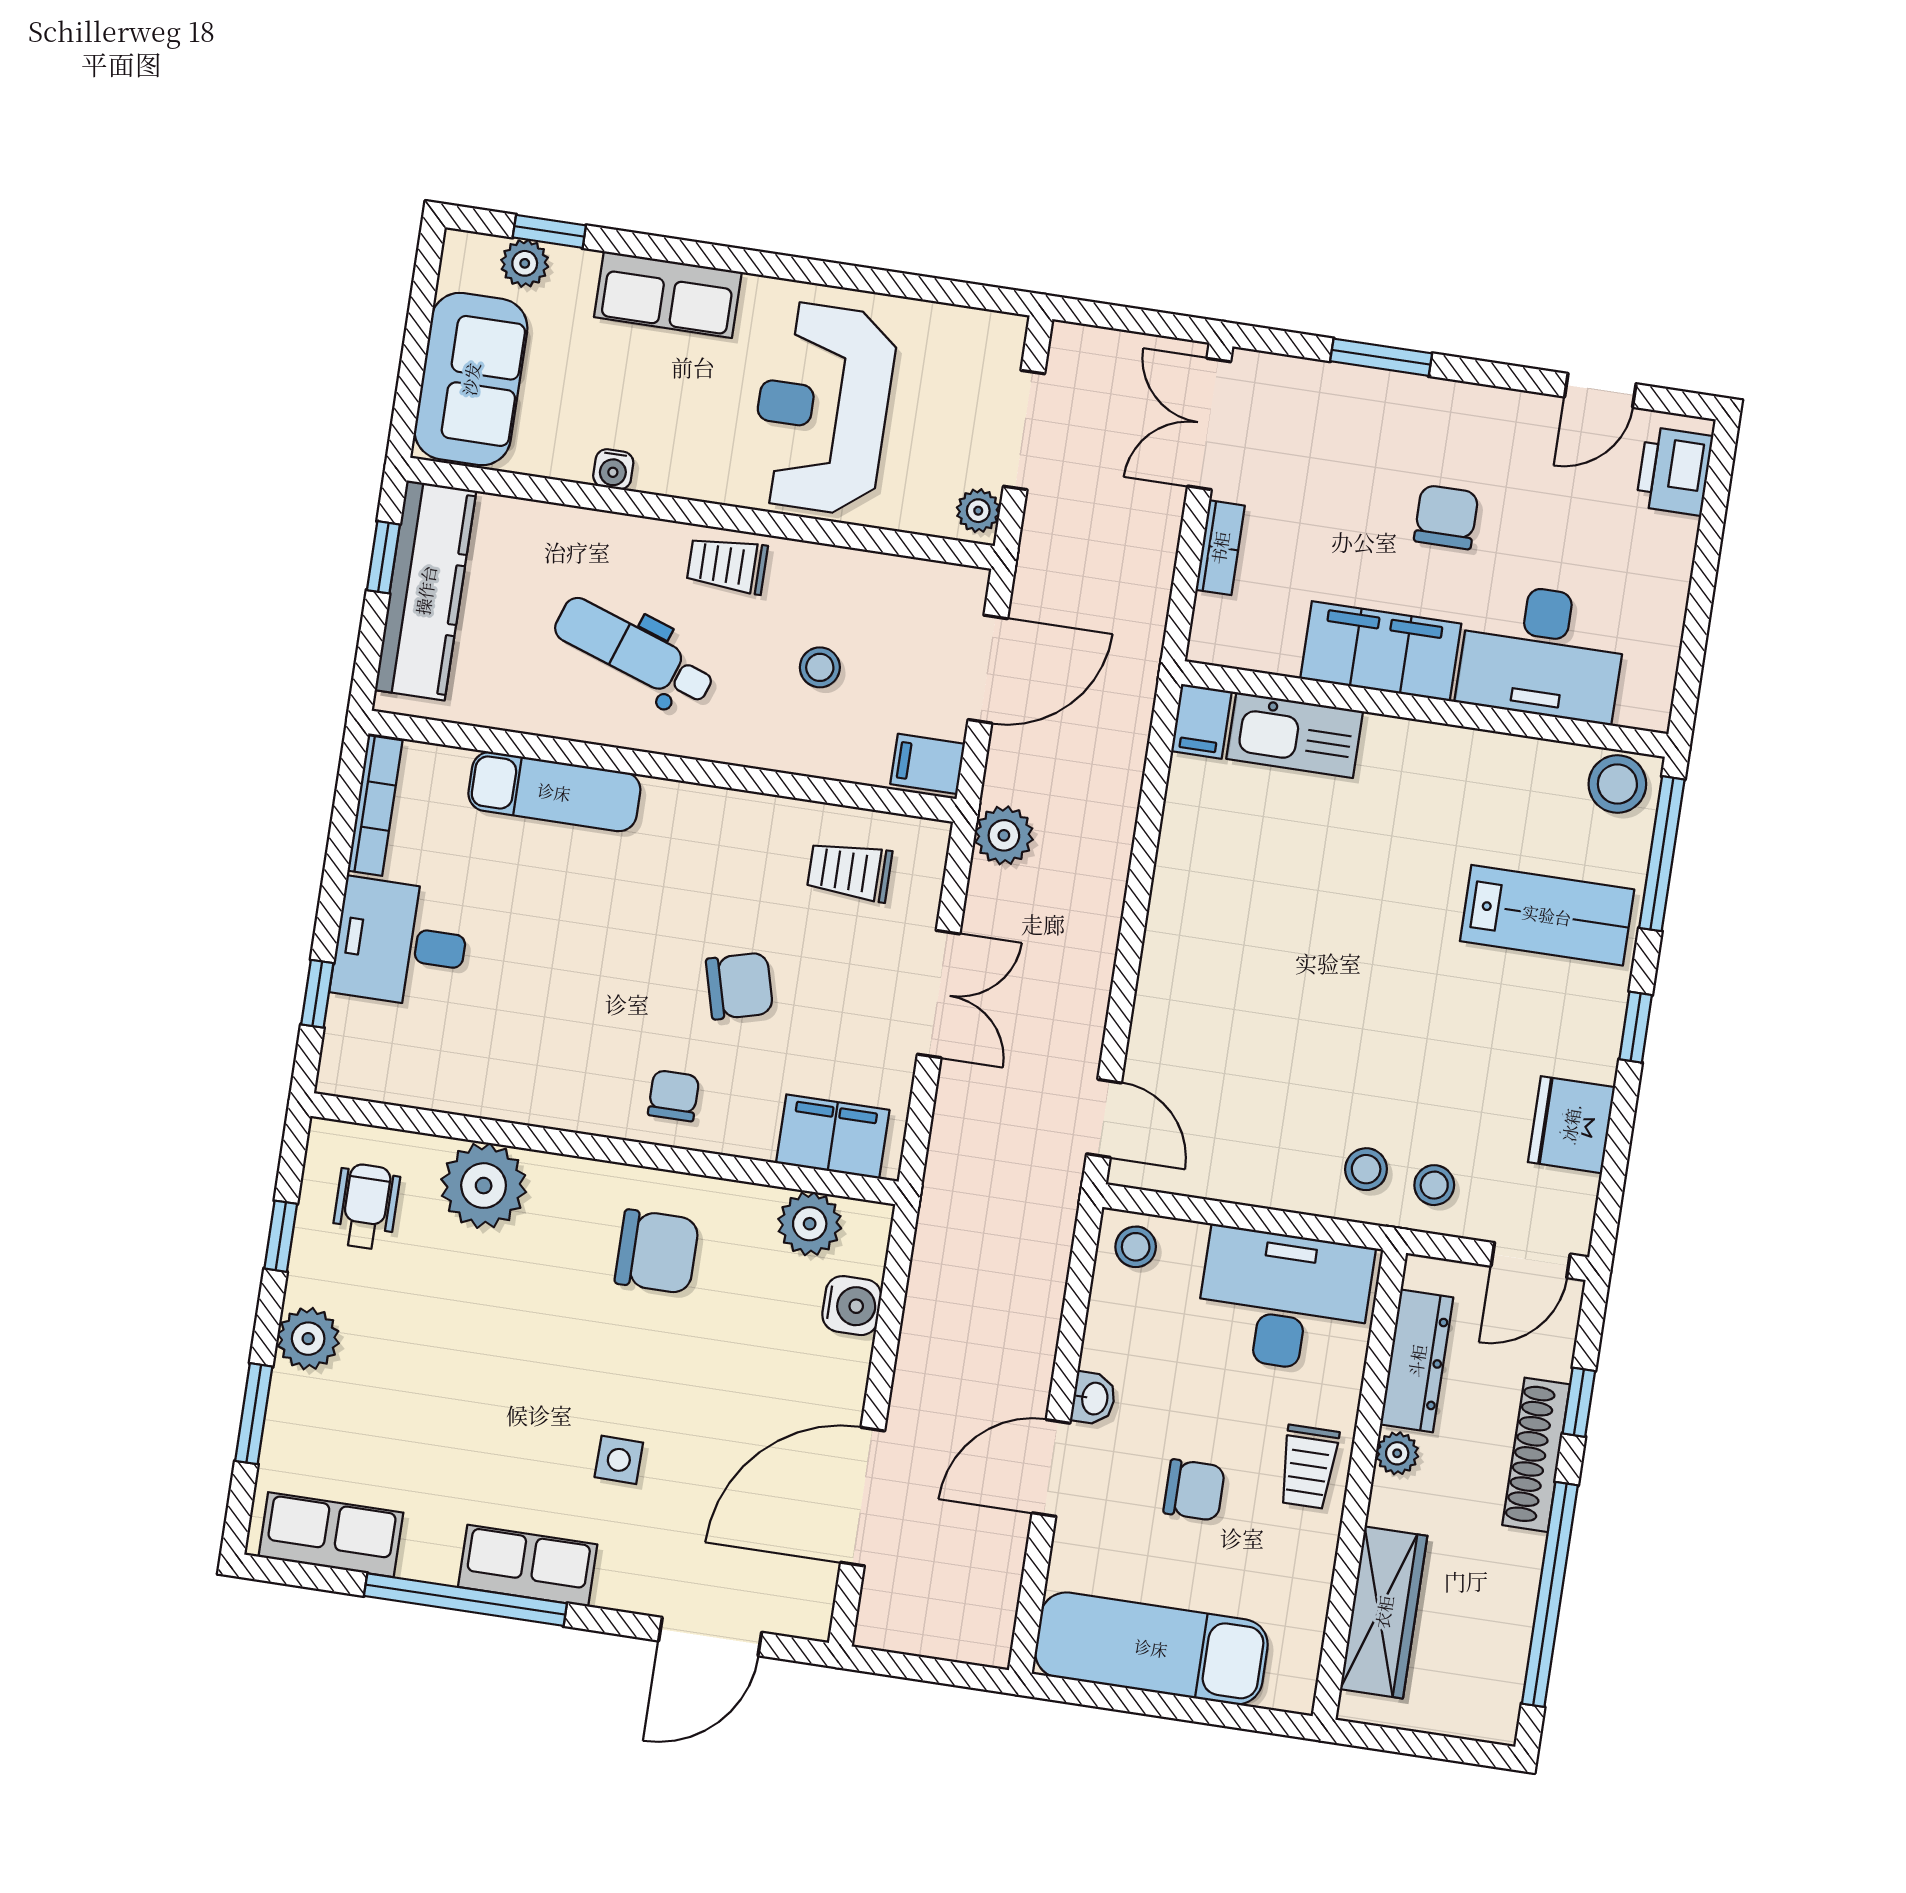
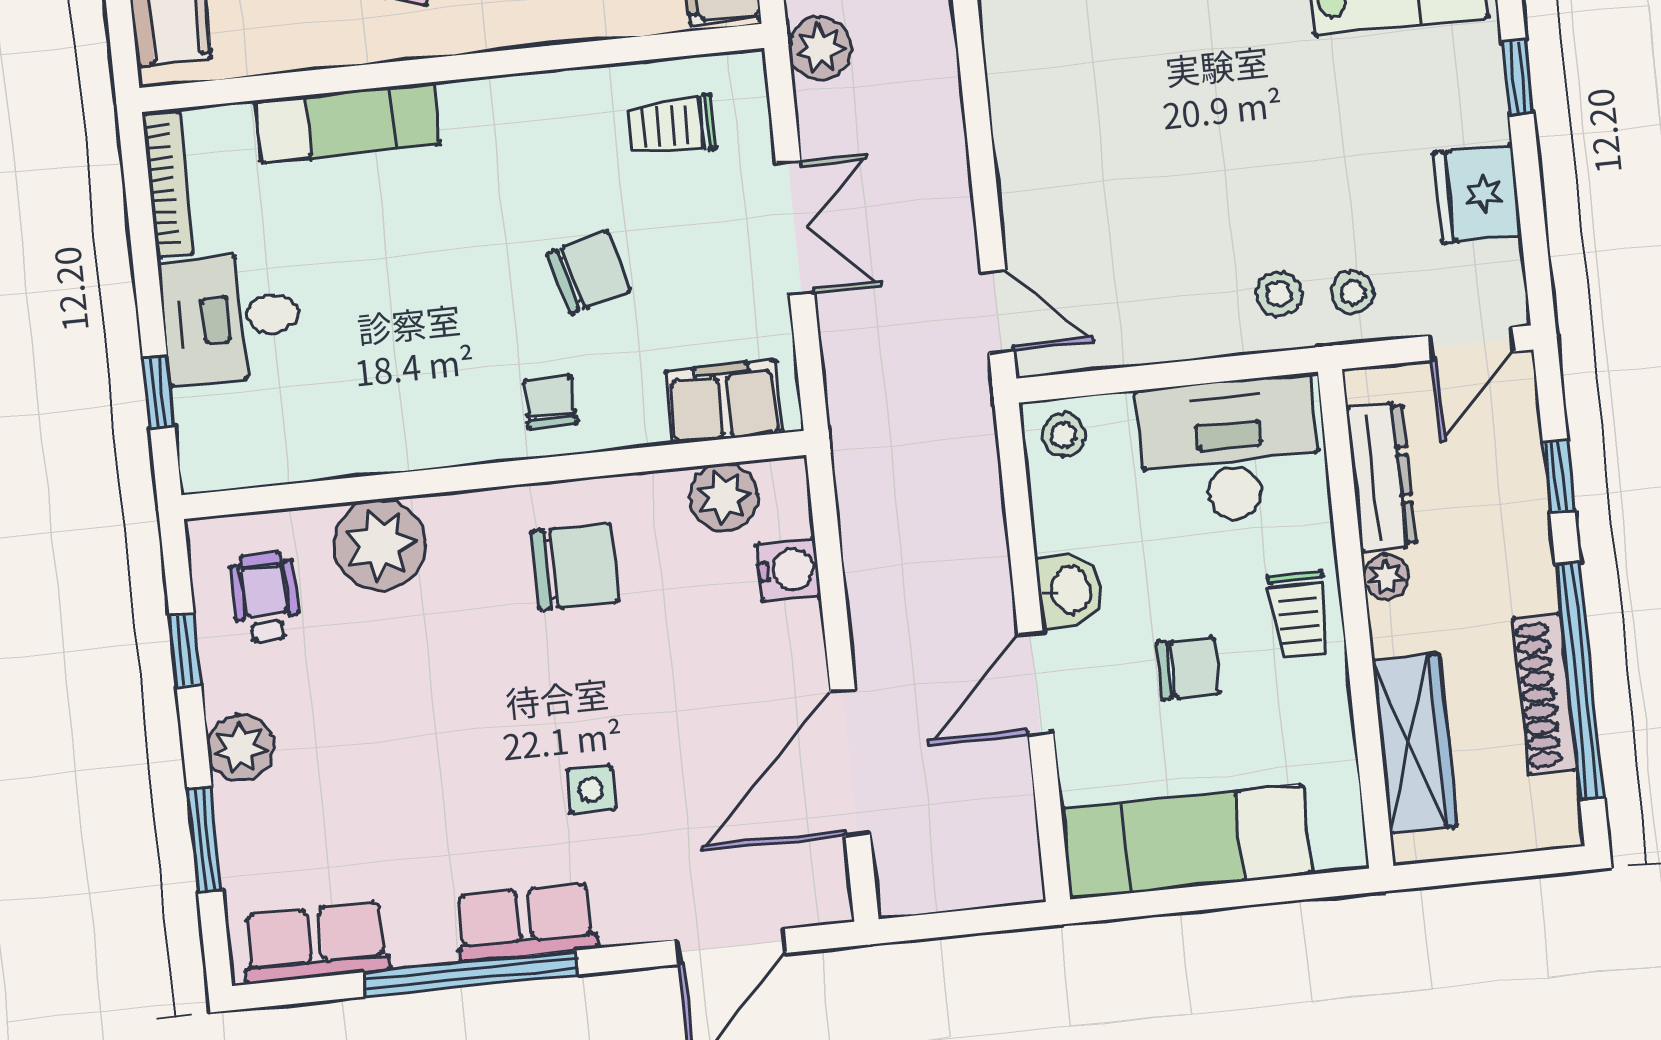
washbasin: (1094, 1398) -> (1069, 590), width x1.38, depth x1.45
shoe rack: (1536, 1455) -> (1545, 694), moved

